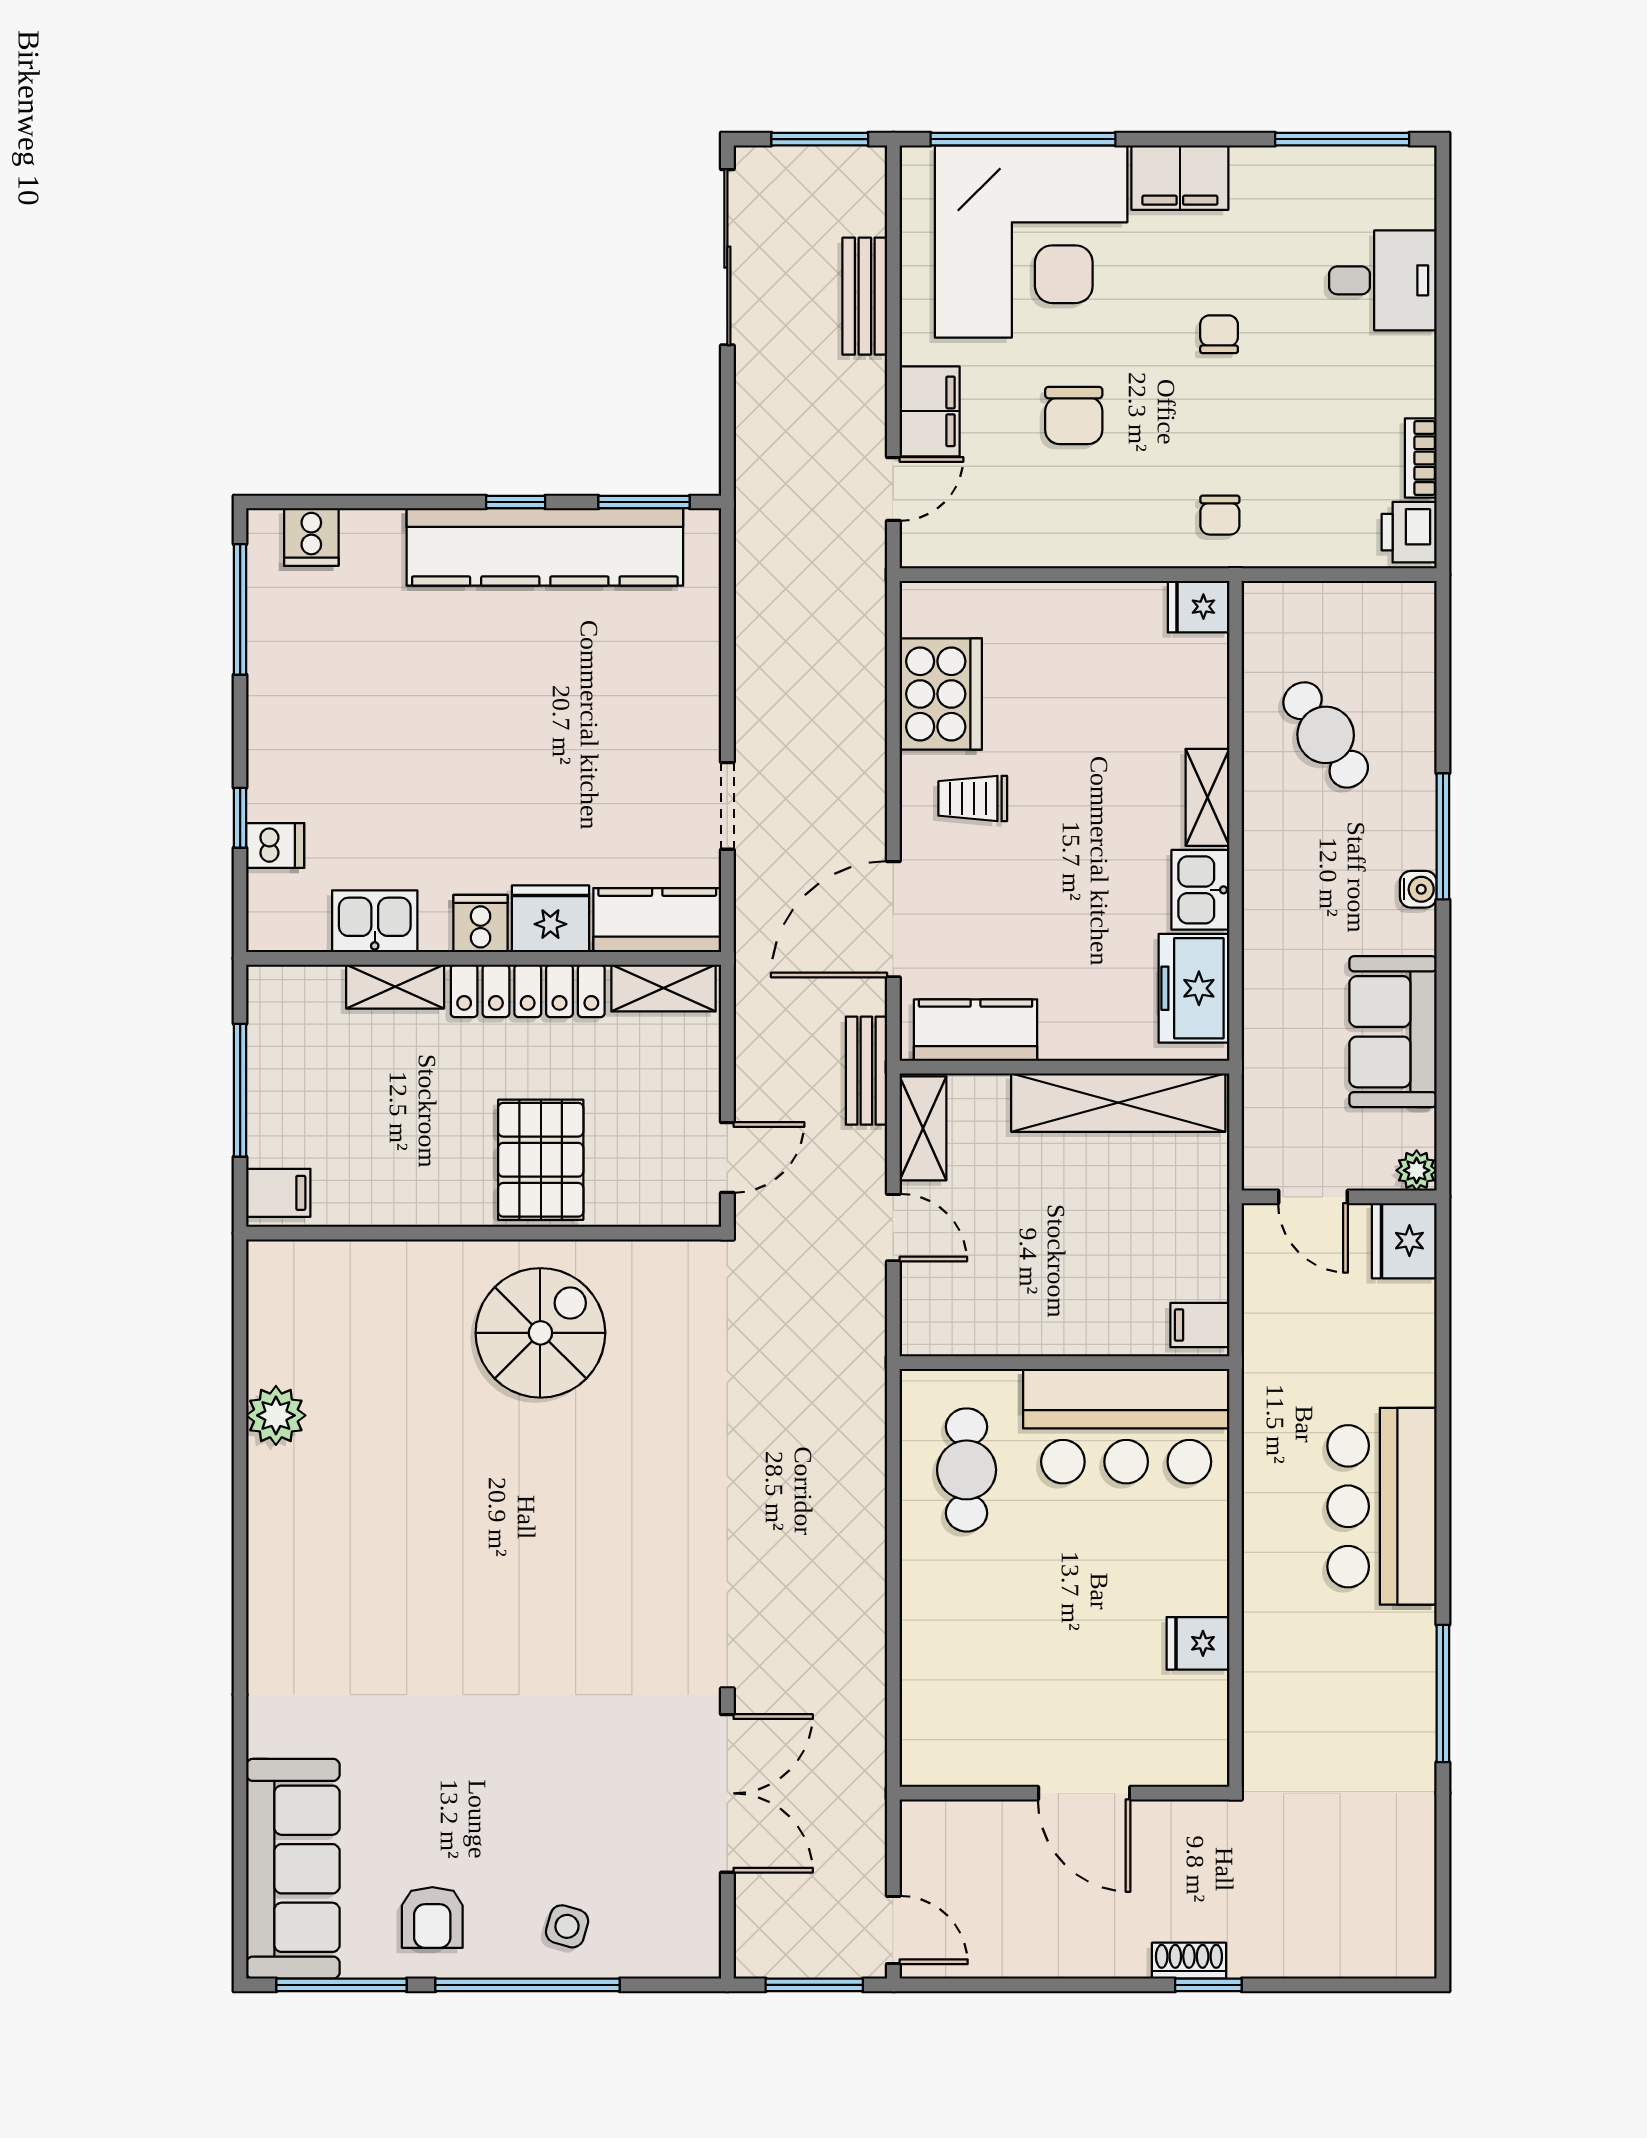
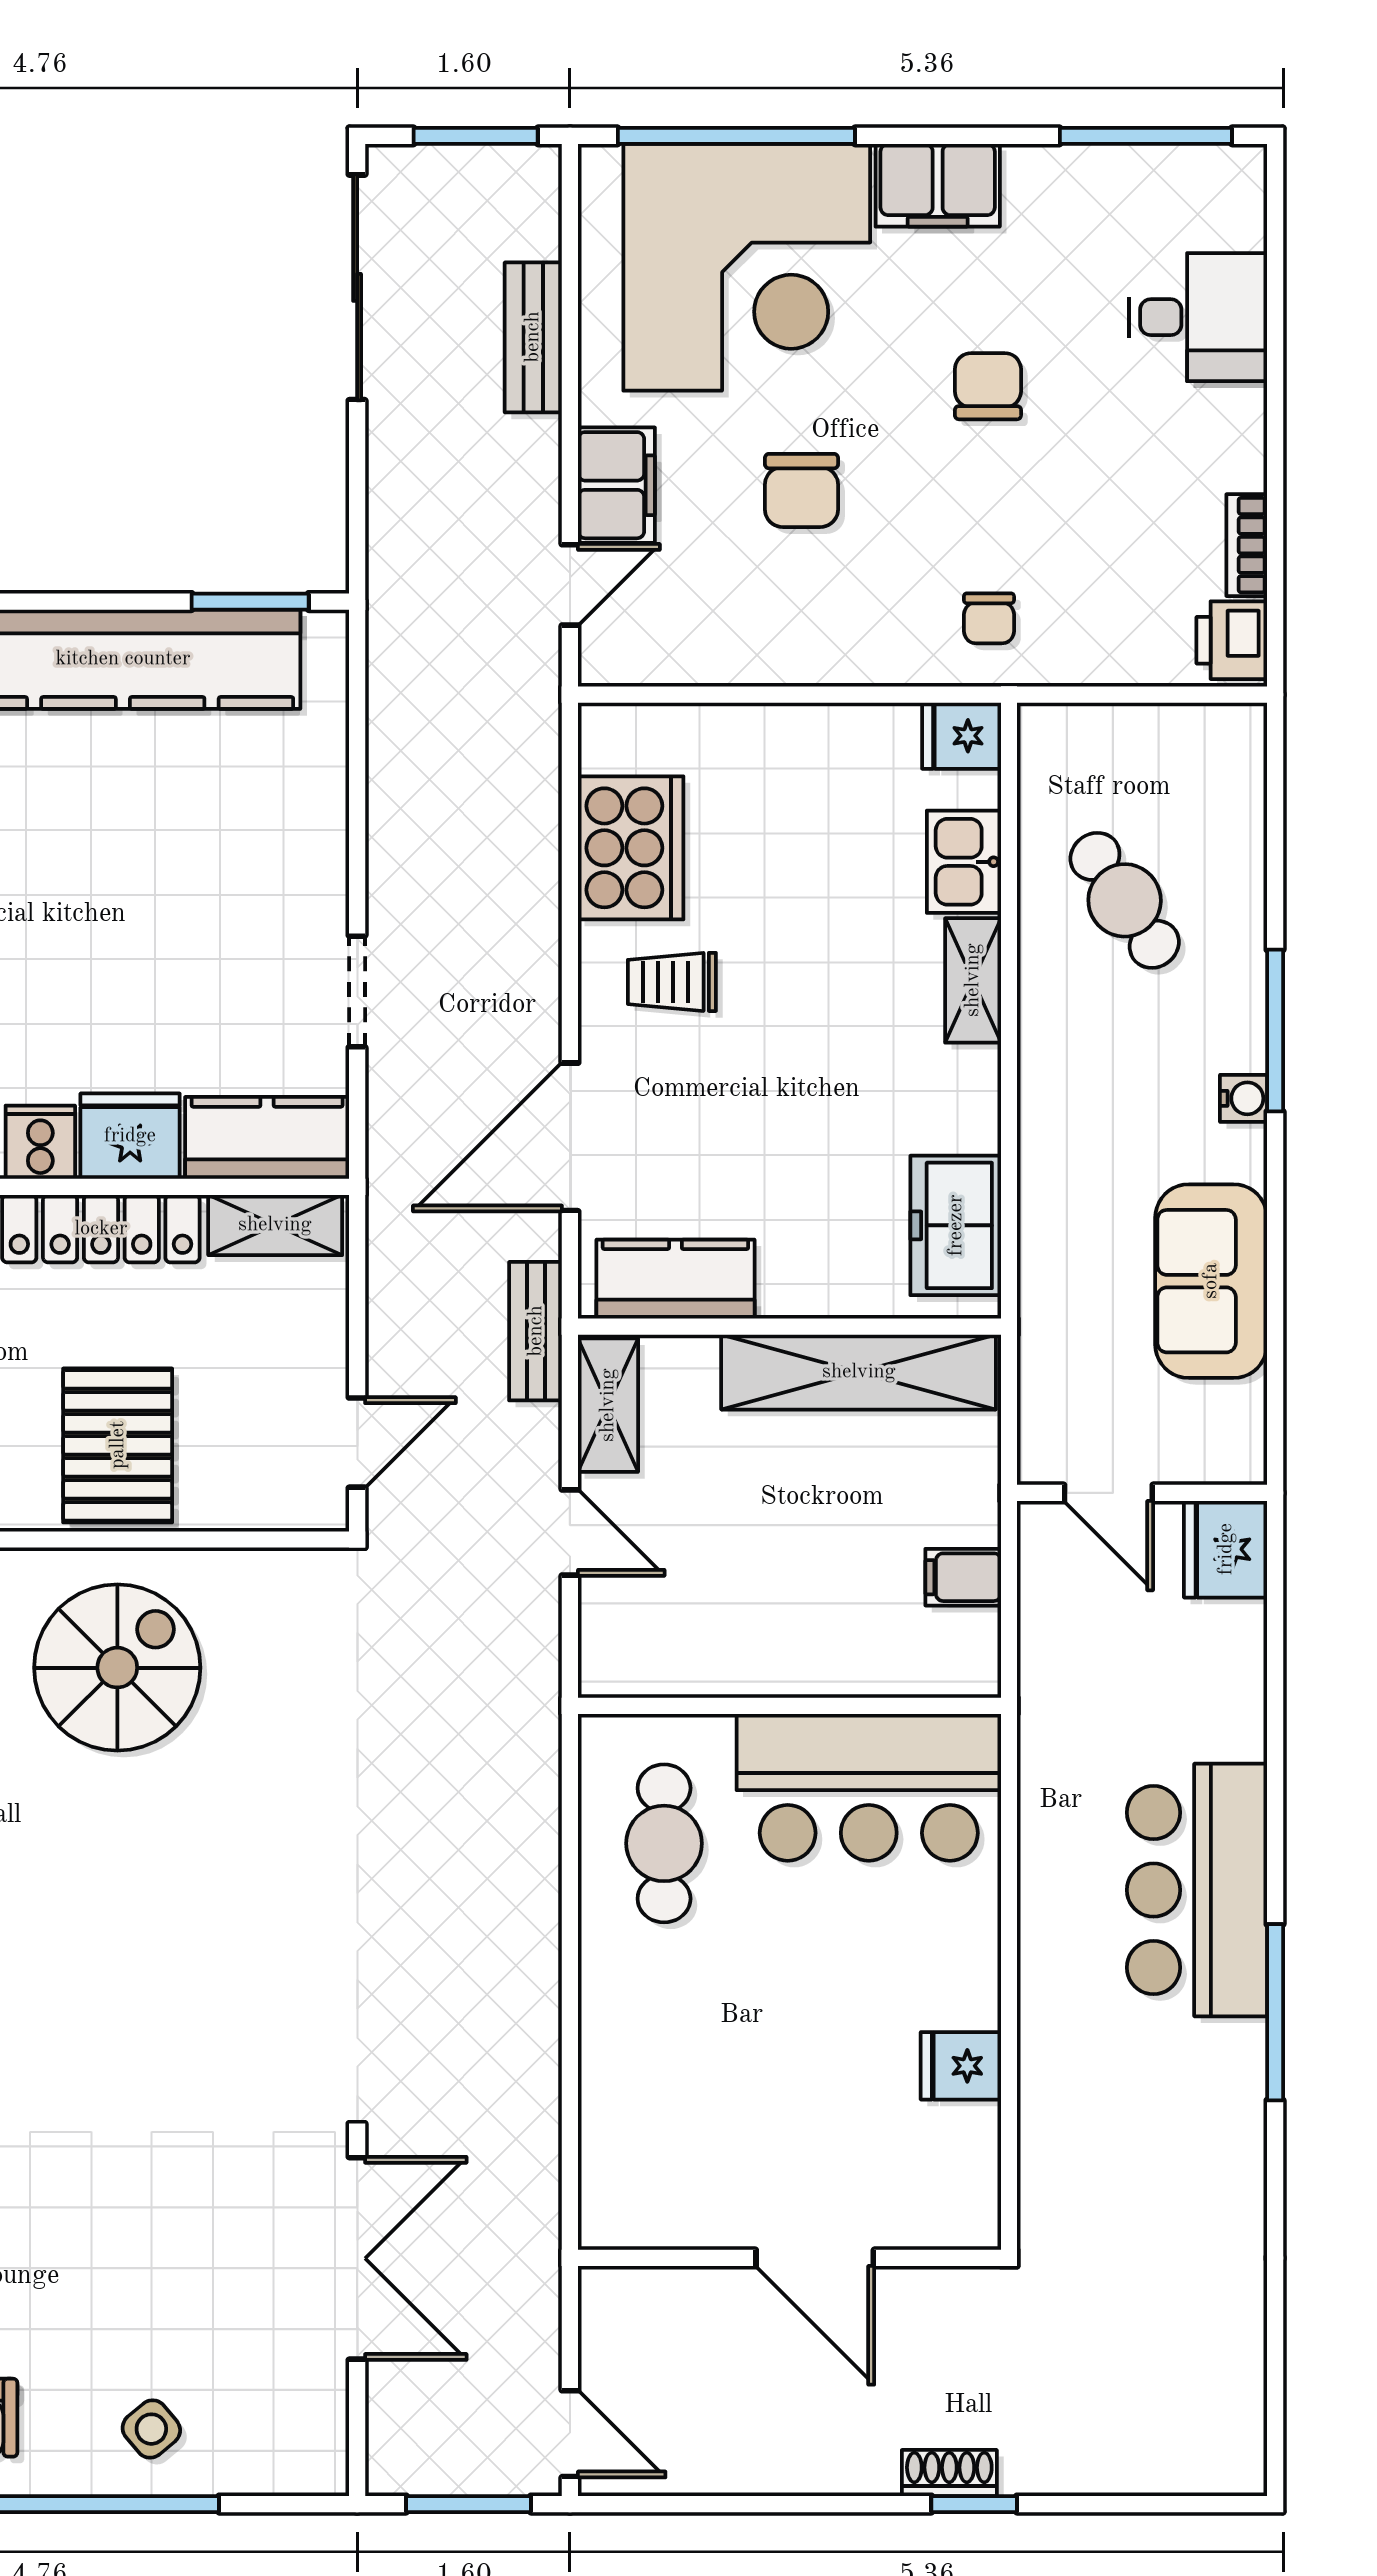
chair: (1219, 334) -> (988, 386), width x1.37, depth x1.37
window: (516, 502) -> (85, 602), removed
kitchen sink: (1200, 890) -> (964, 862), moved
plant: (1417, 1170) -> (1241, 1459), removed
filing cabinet: (1200, 1325) -> (963, 1577), moved
window: (1443, 1693) -> (1275, 2012), moved
side table: (567, 1926) -> (151, 2429), turned 34

